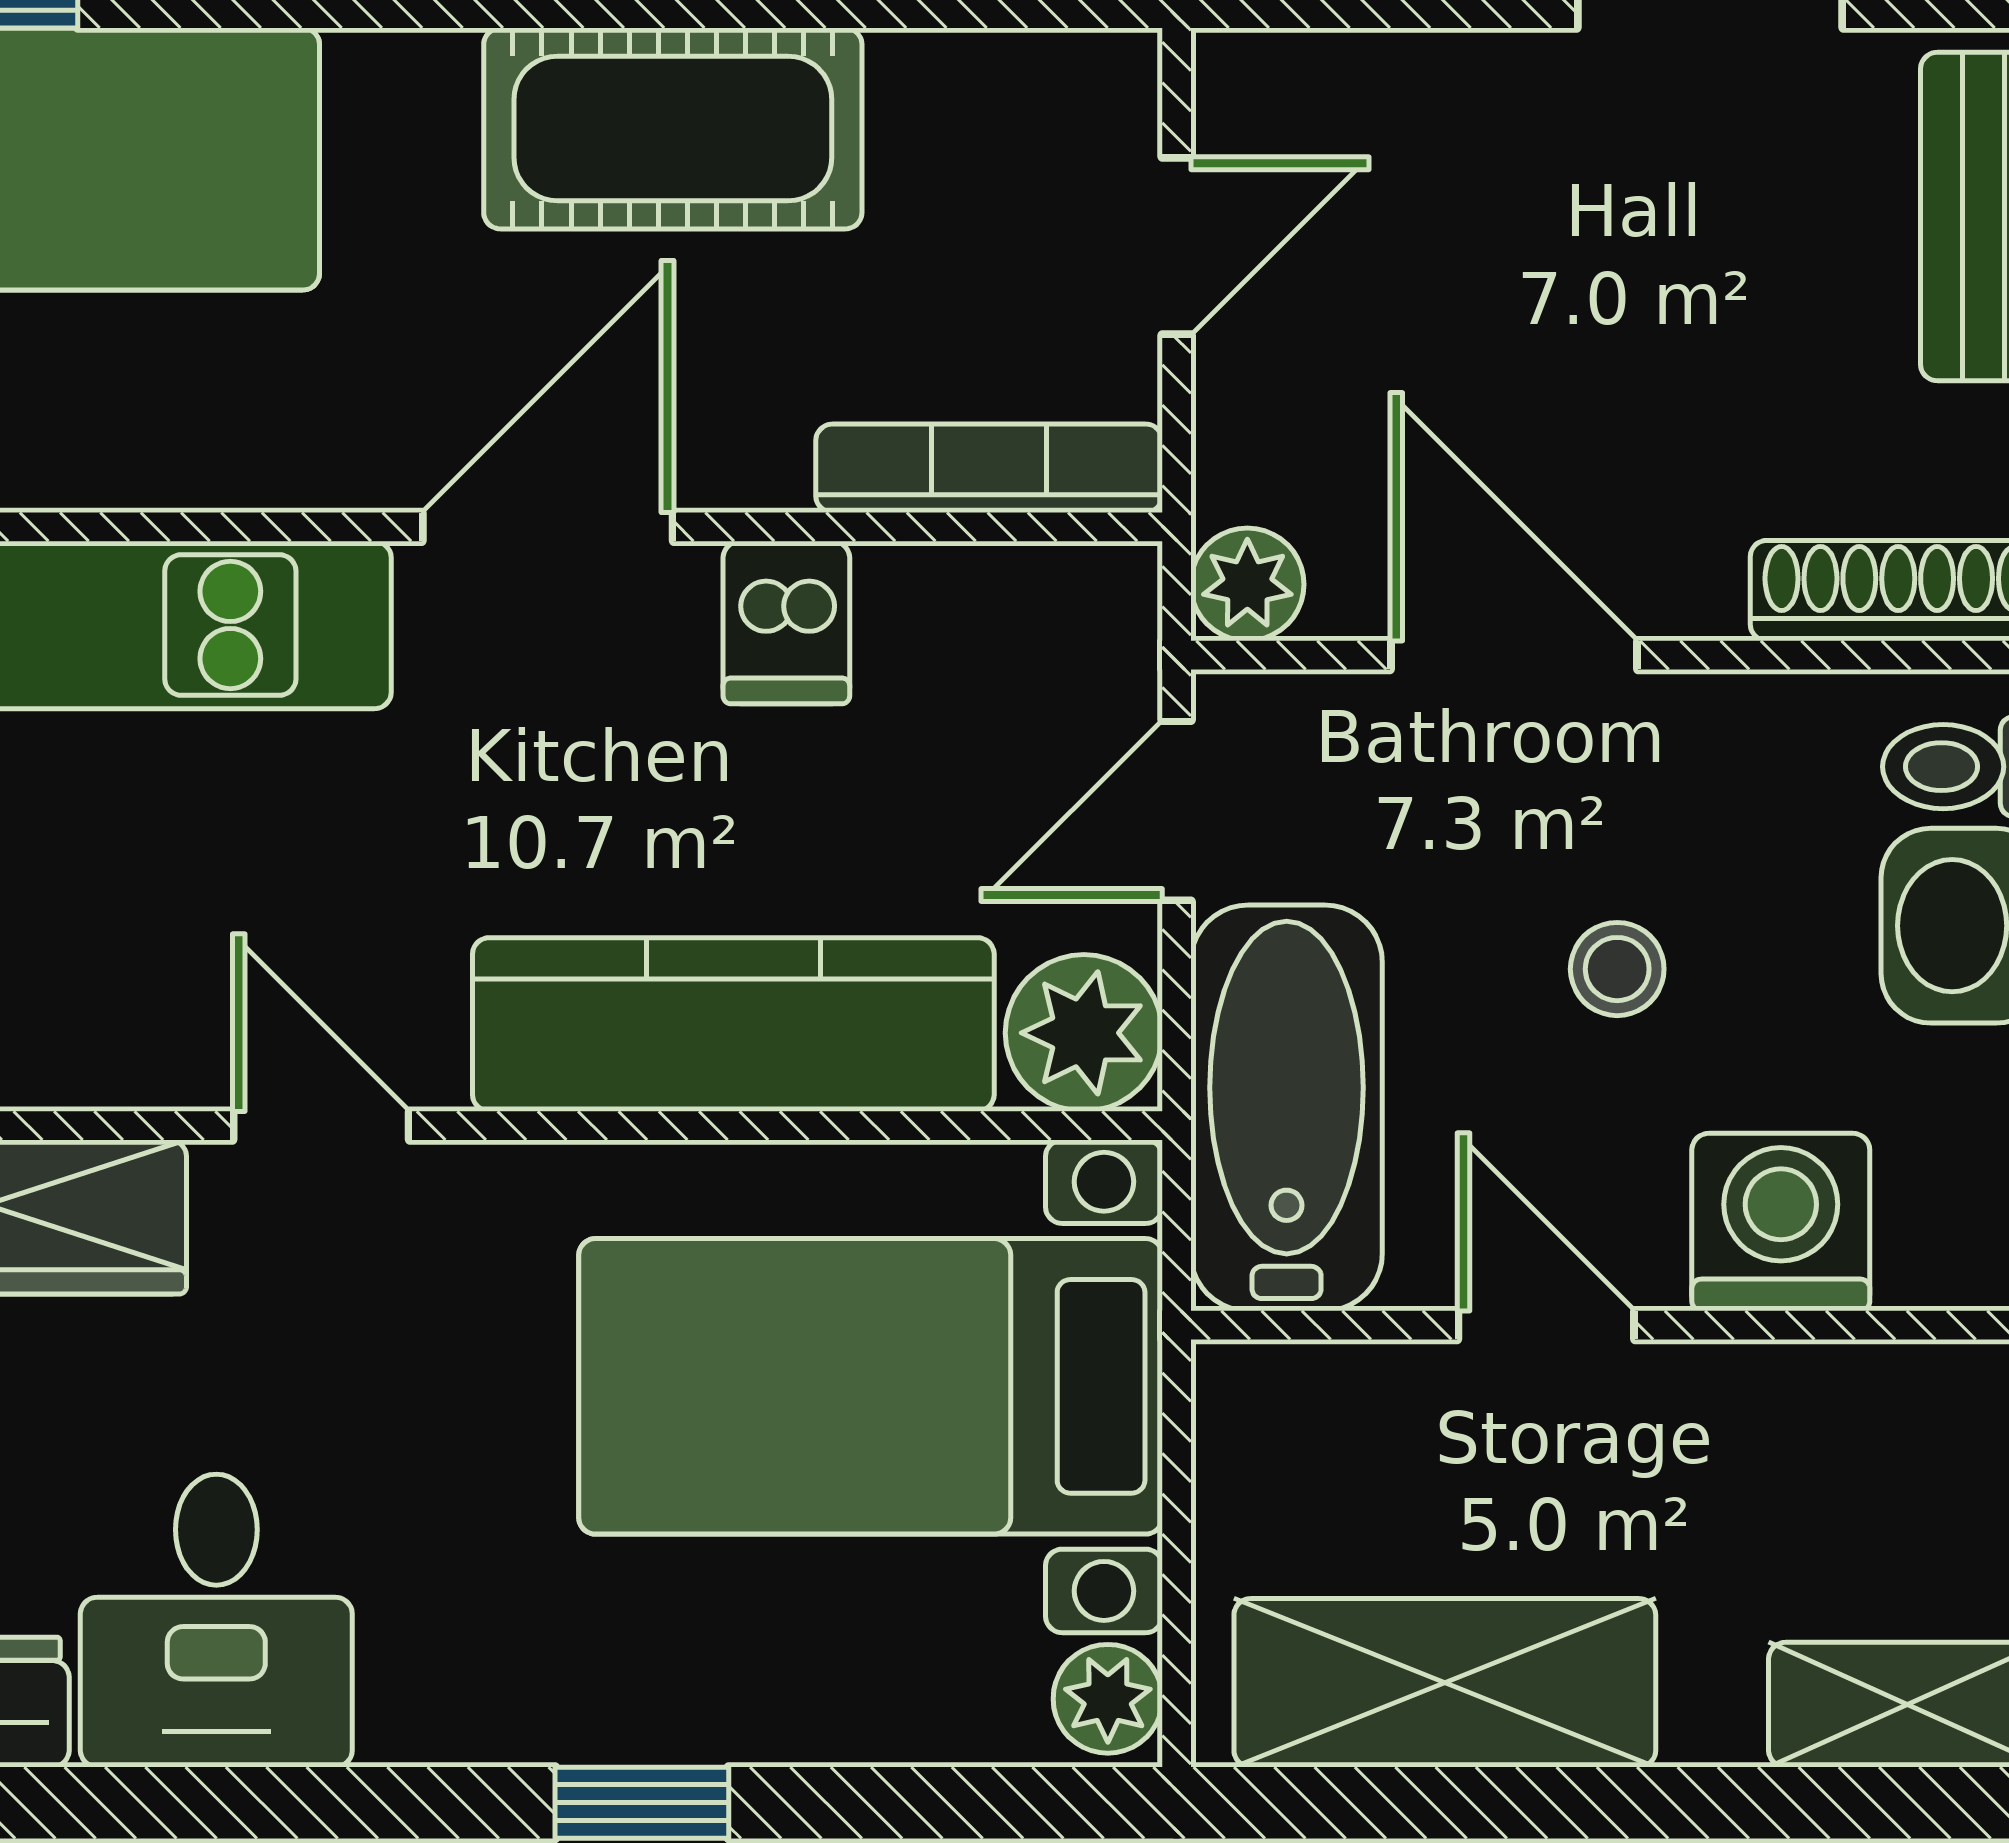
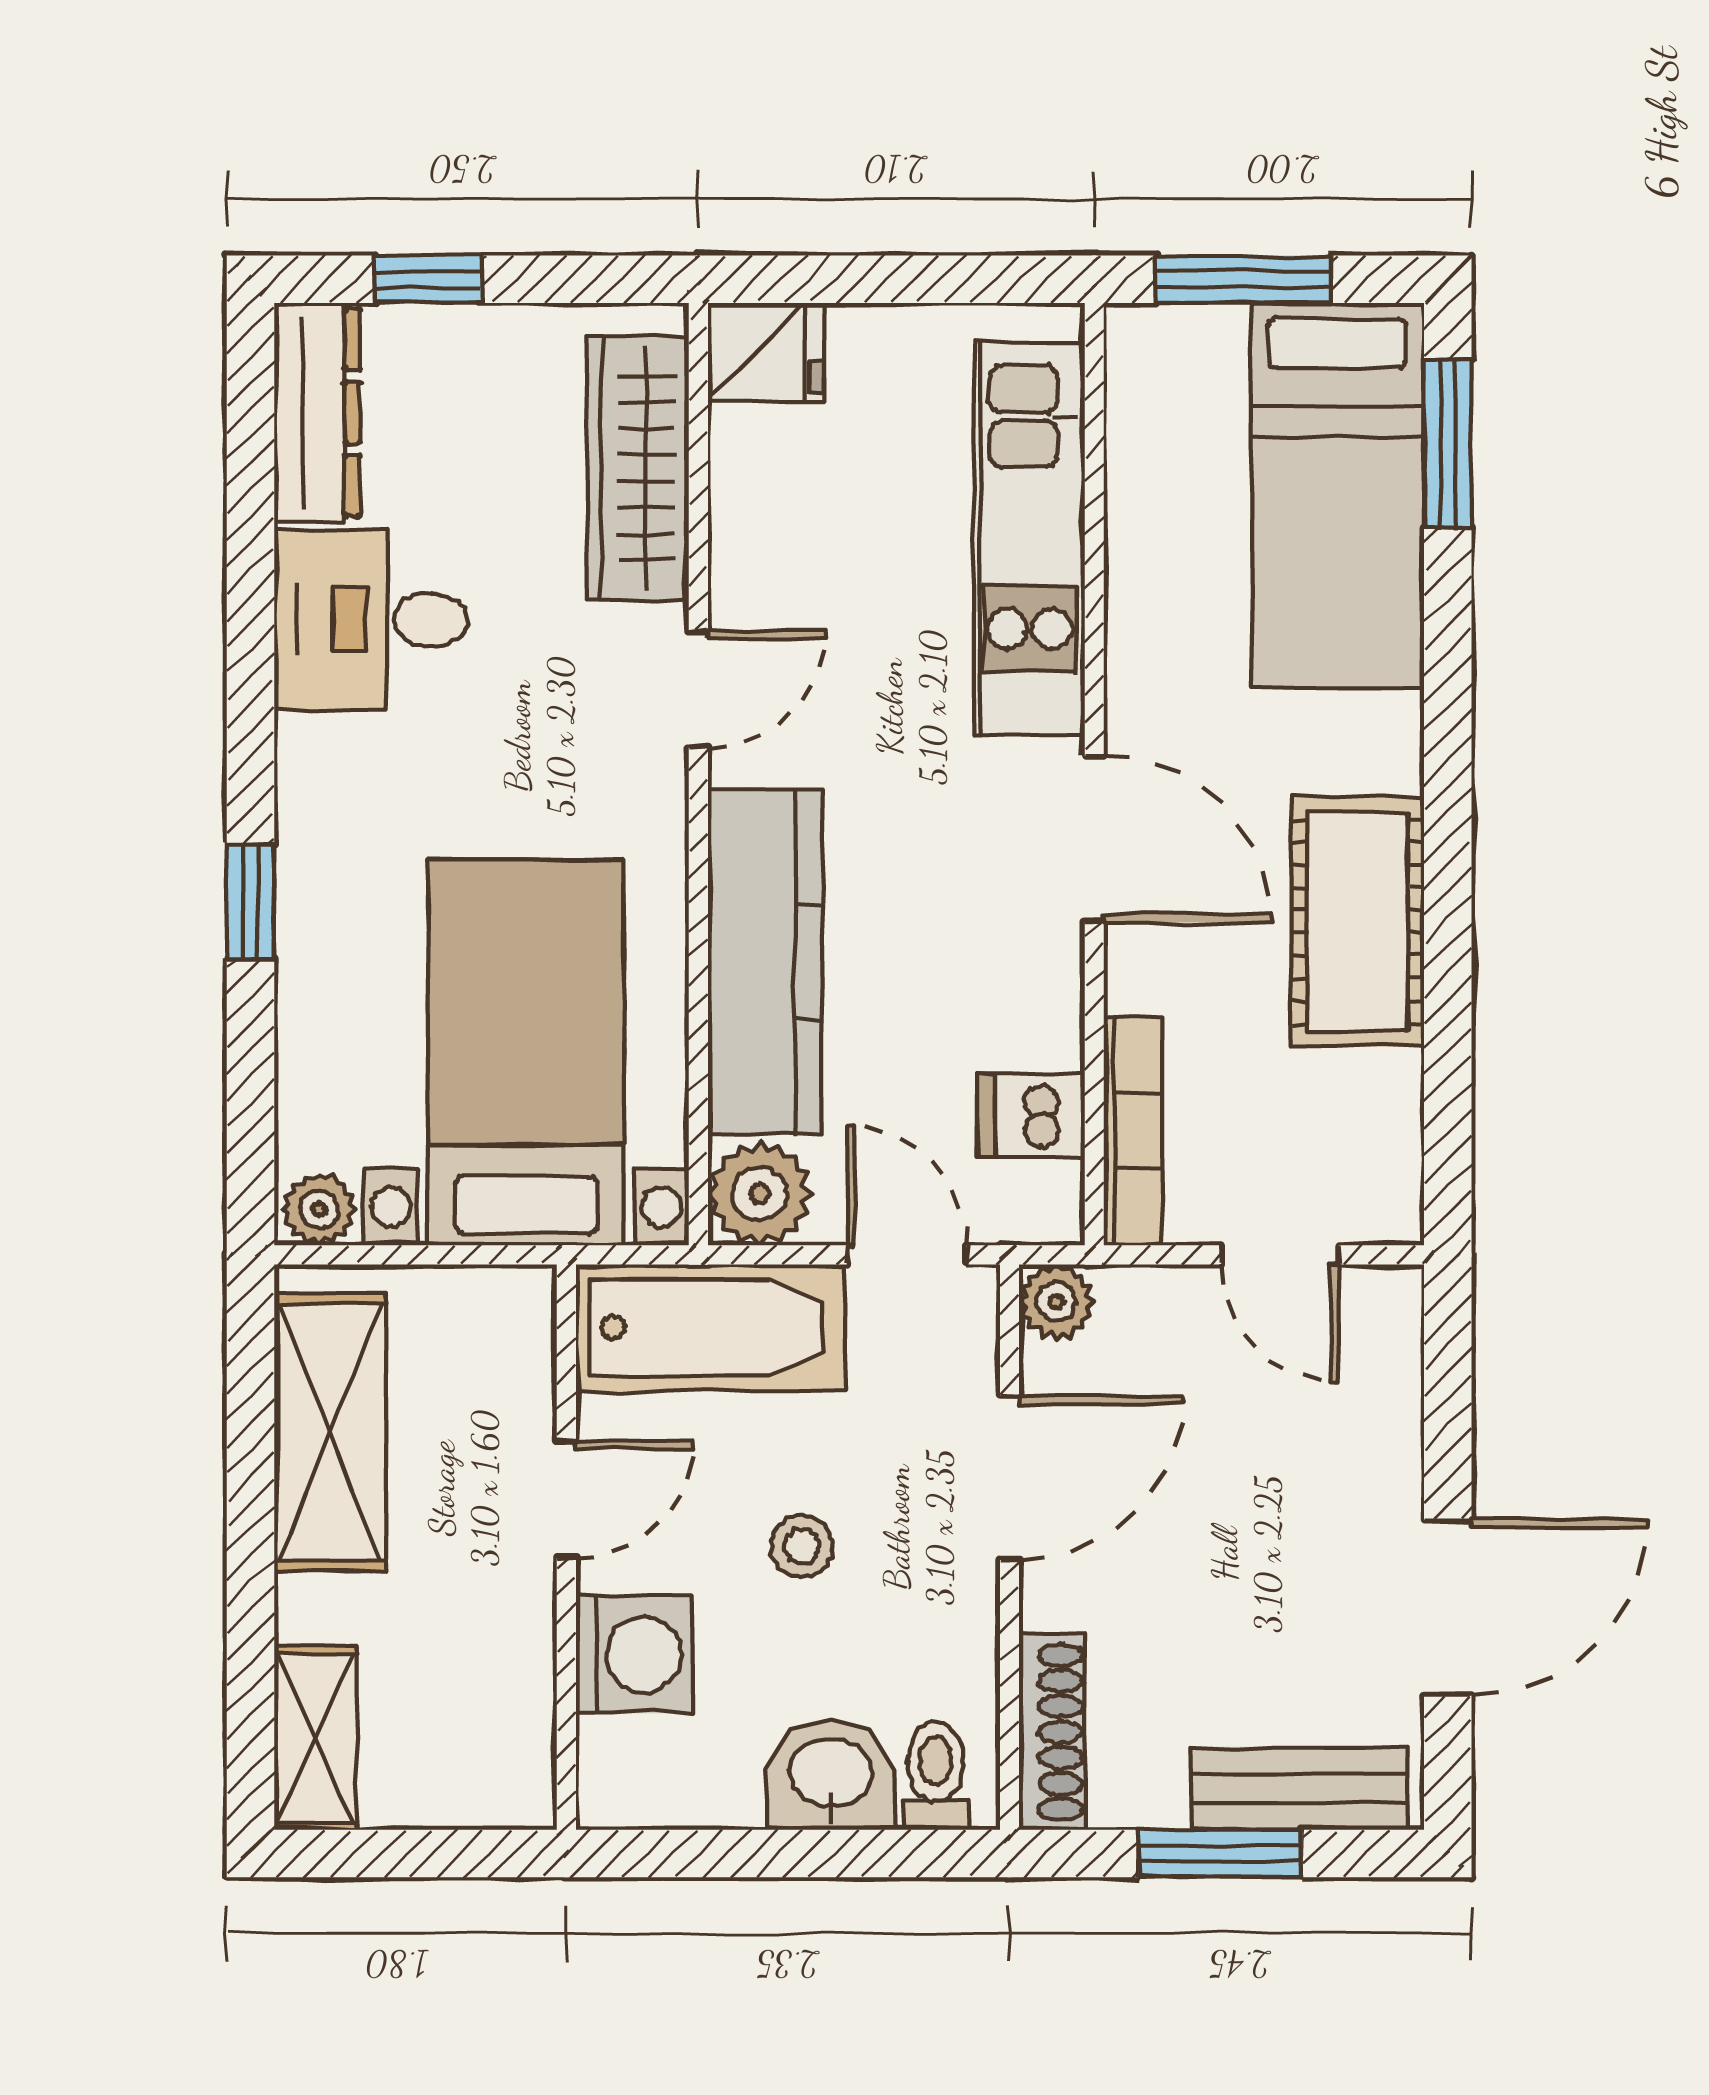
dishwasher: (786, 623) -> (1031, 1115), moved

